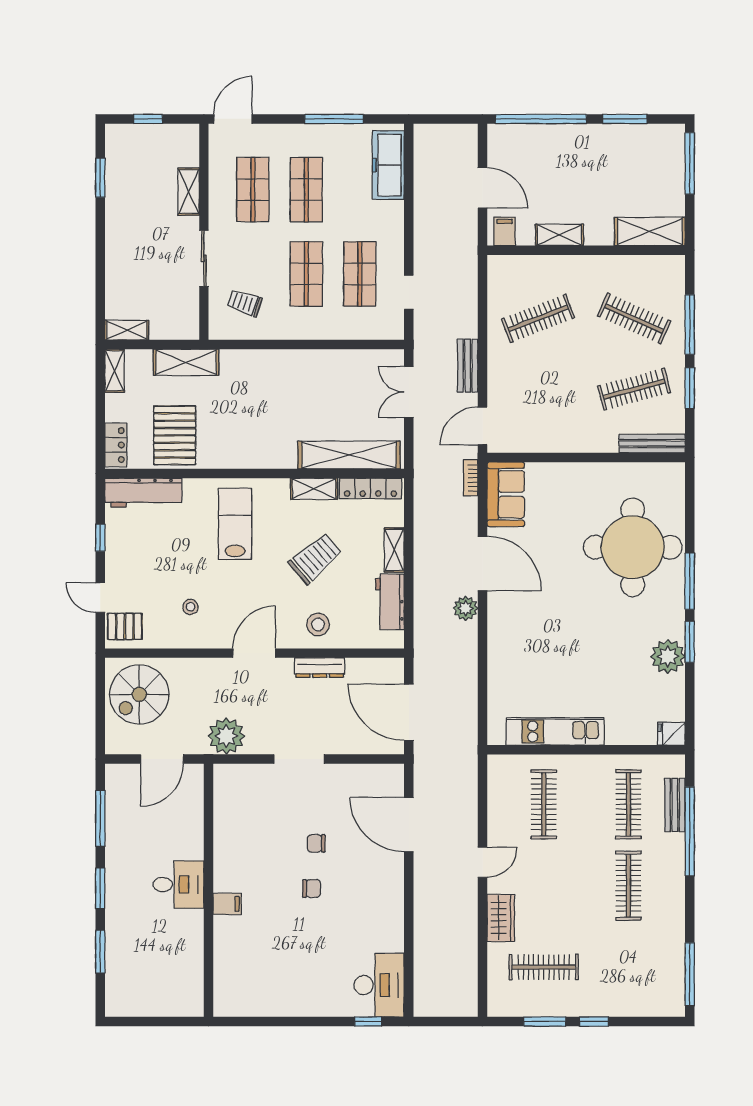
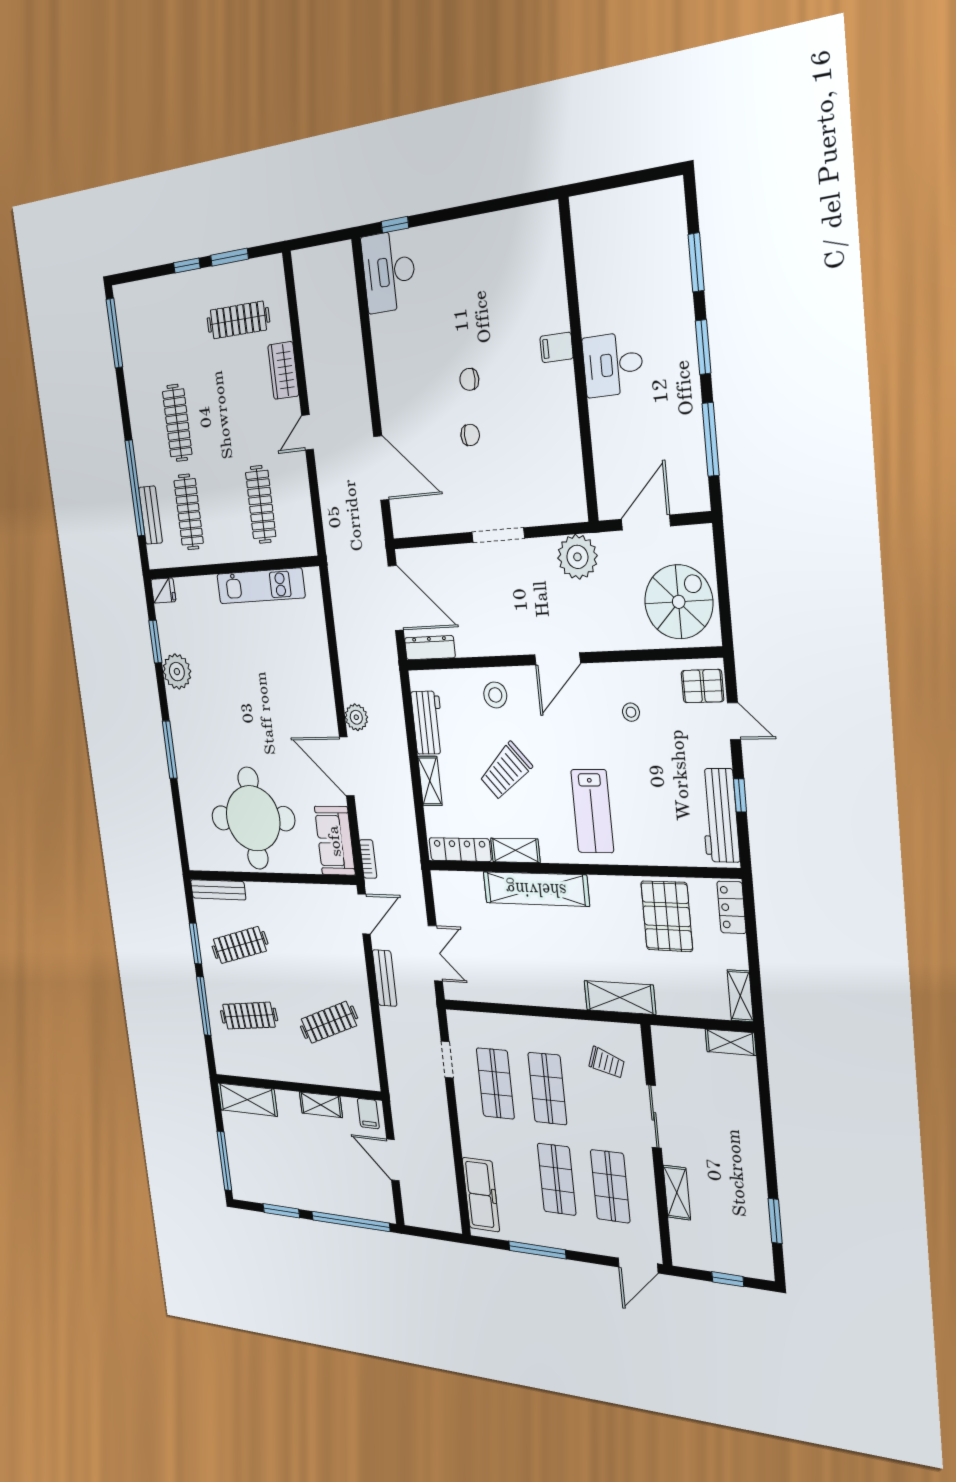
clothes rail: (634, 318) -> (249, 1016), turned -30
shelving: (186, 362) -> (620, 997), moved
shelving: (349, 455) -> (536, 889), moved
workbench: (143, 493) -> (720, 815), moved, turned -90
round table: (633, 547) -> (253, 818), moved
window: (690, 642) -> (155, 642), moved
dresser: (320, 668) -> (430, 648), moved

